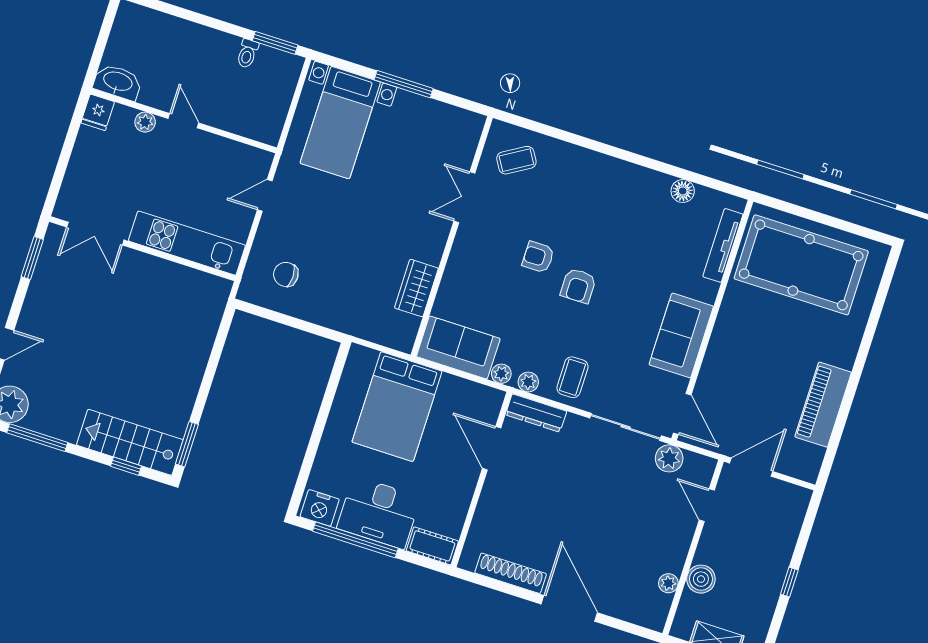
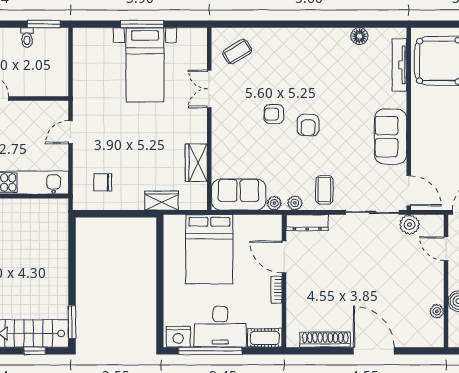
bed with nightstands: (340, 123) -> (145, 65), moved
wardrobe: (355, 323) -> (162, 201), added
bookcase: (468, 488) -> (277, 290), added

